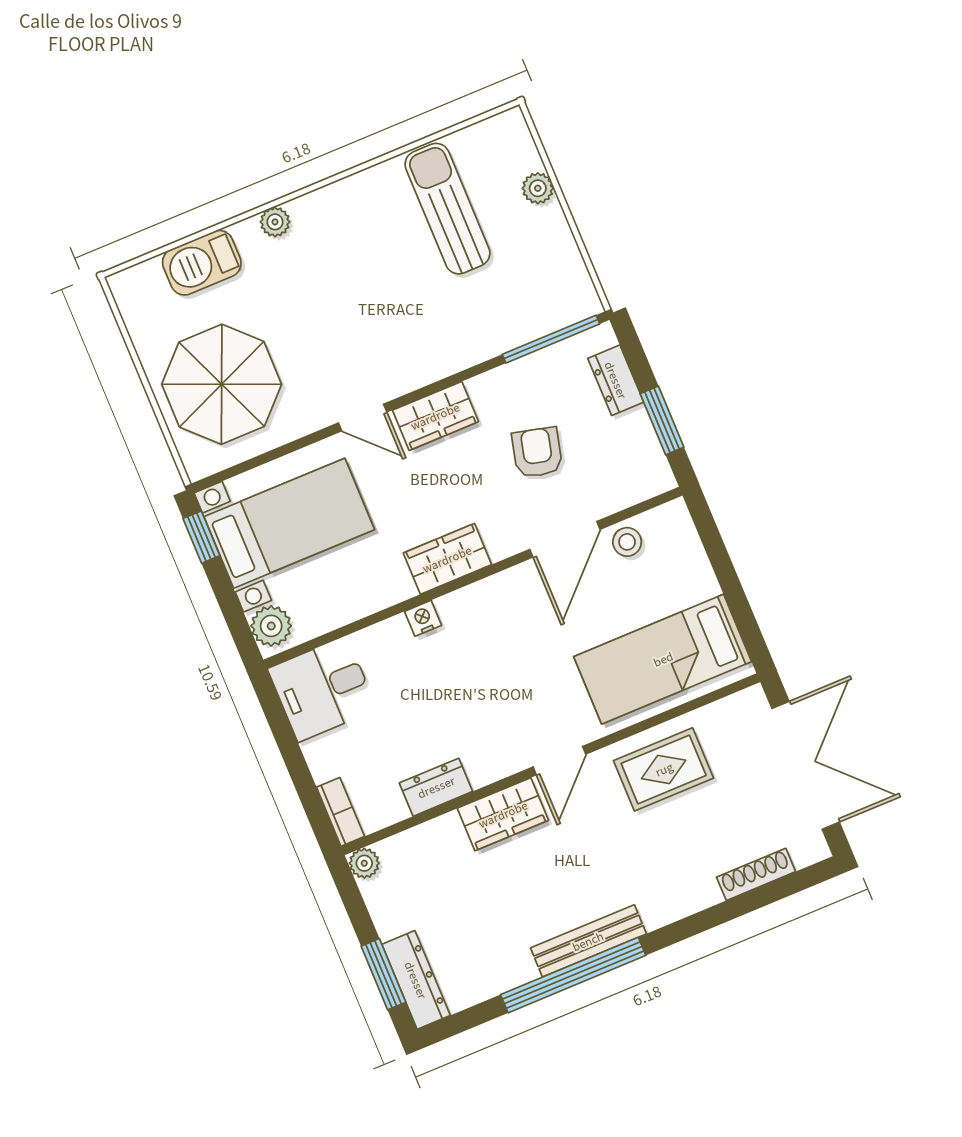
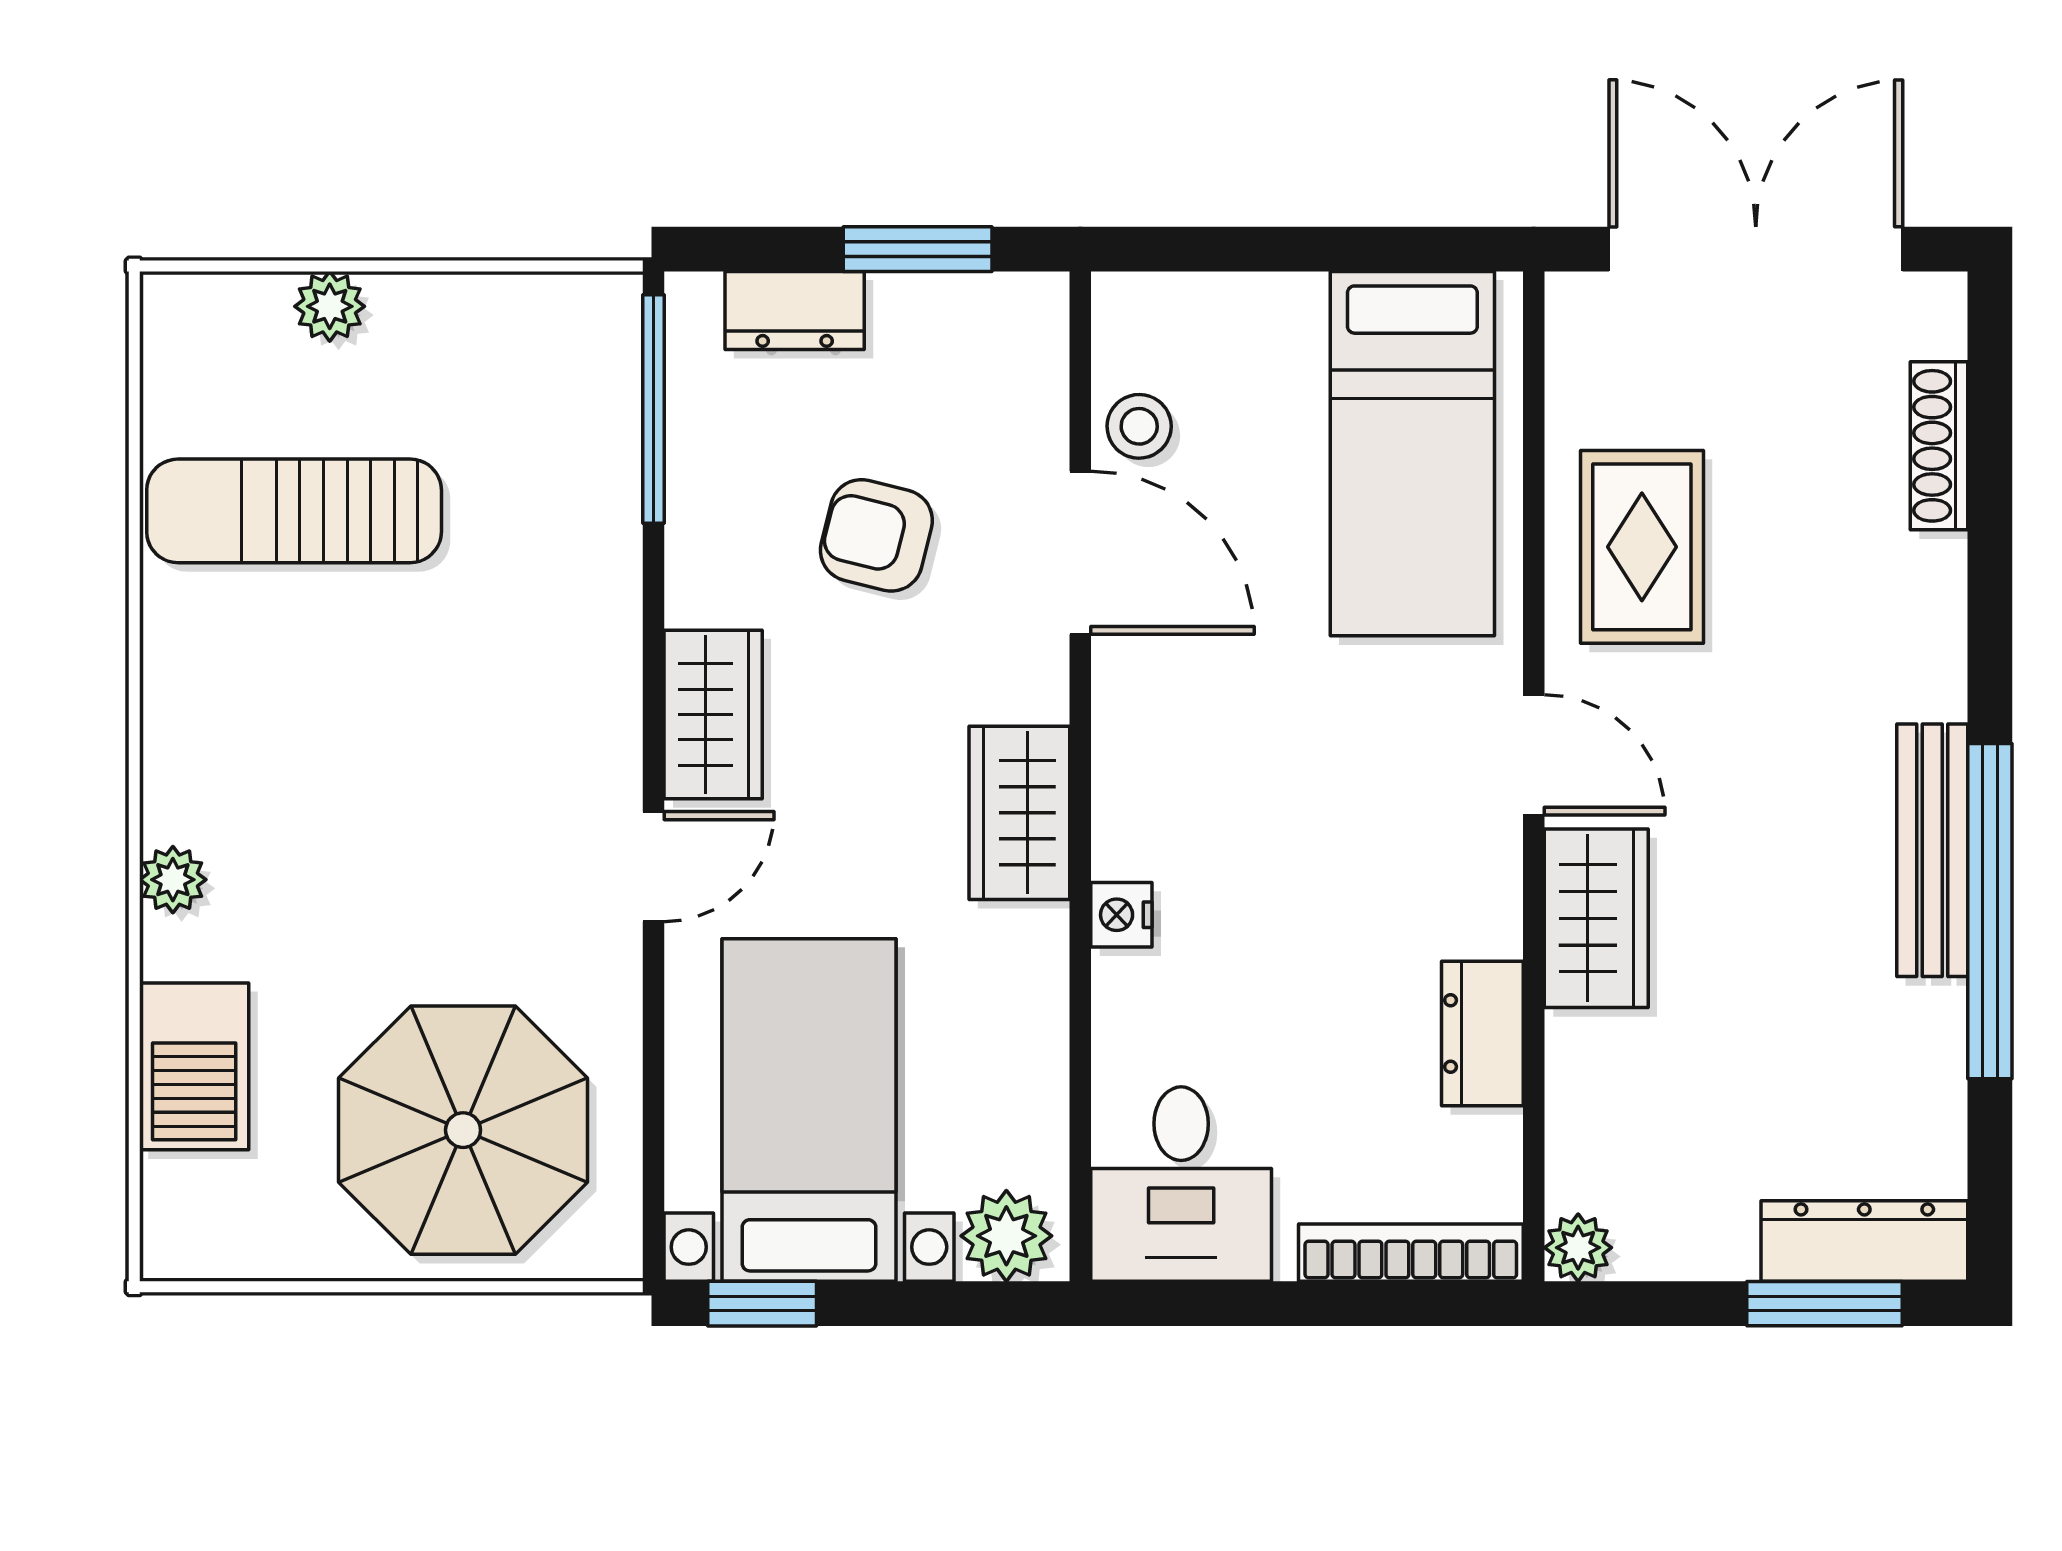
bookcase: (340, 812) -> (1411, 1253), width x1.56

